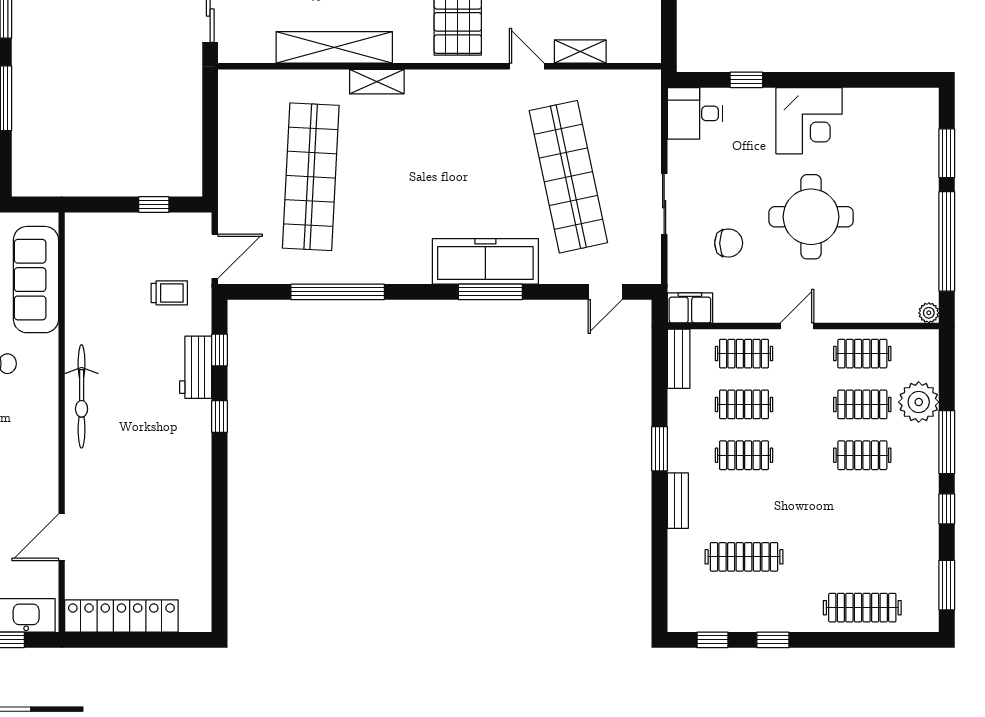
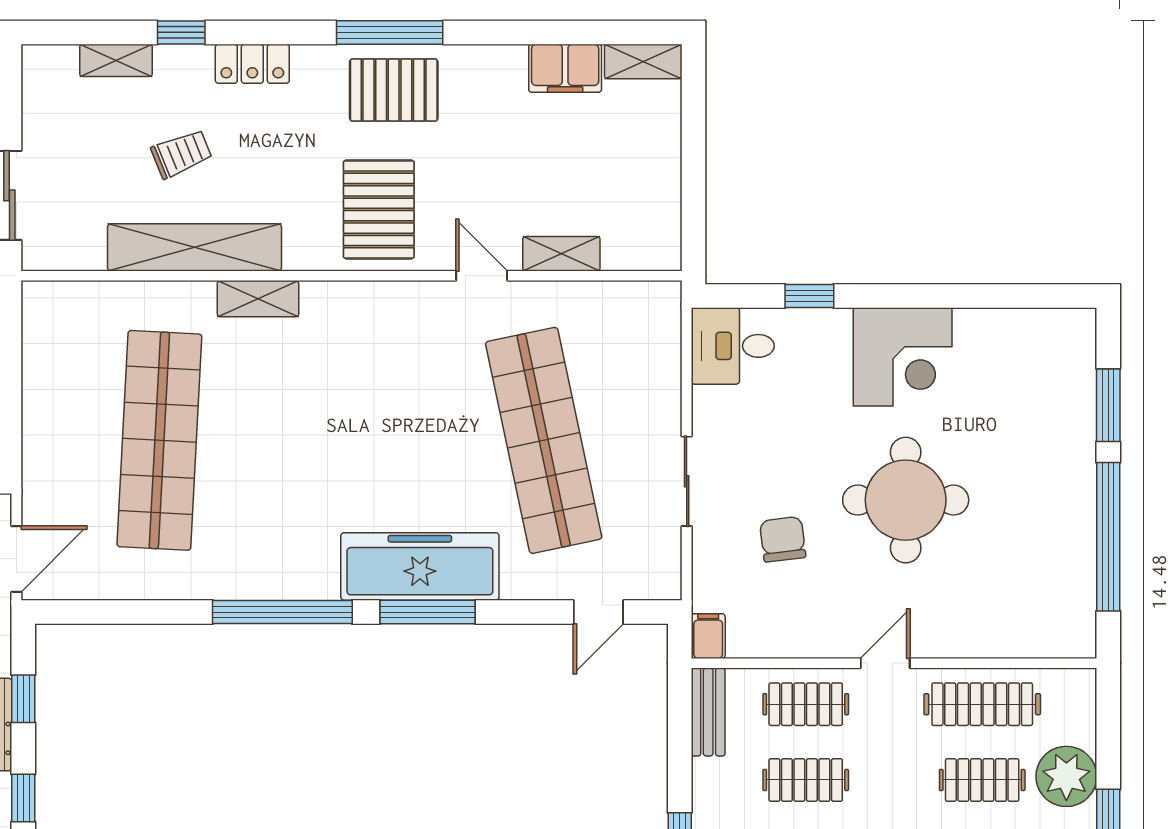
chair: (729, 243) -> (783, 539), turned -97
window: (338, 292) -> (282, 612), moved
filing cabinet: (690, 308) -> (708, 636), width x0.50
plant: (929, 313) -> (1081, 643), removed
clothes rail: (862, 354) -> (982, 704), width x1.36

